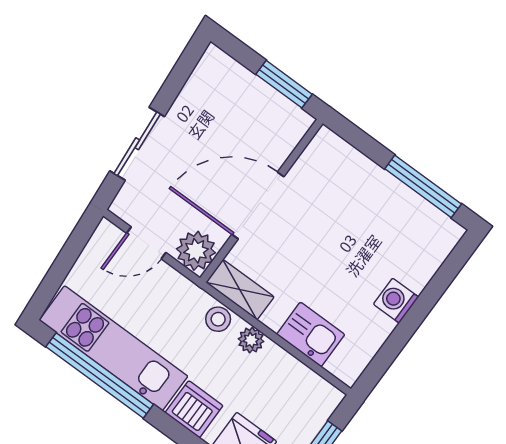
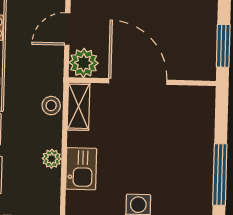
door: (146, 243) -> (67, 29), hinge flipped
plant: (251, 340) -> (52, 159), moved

